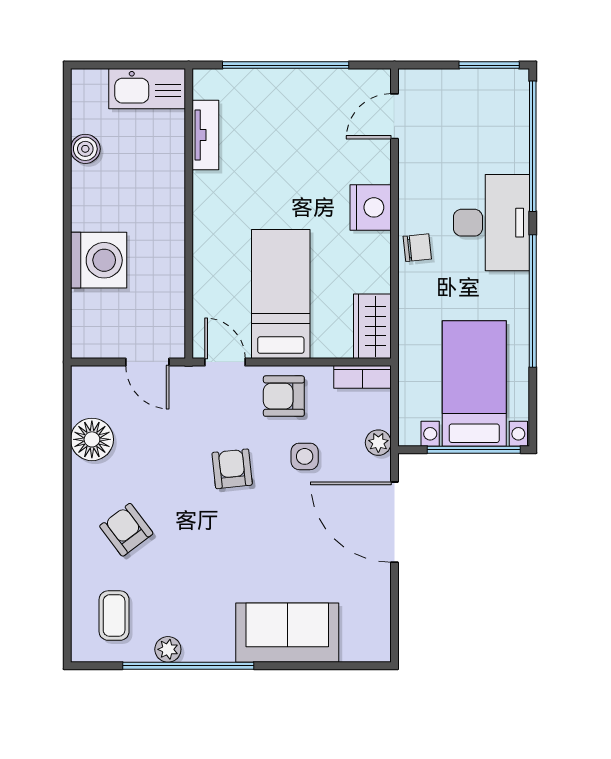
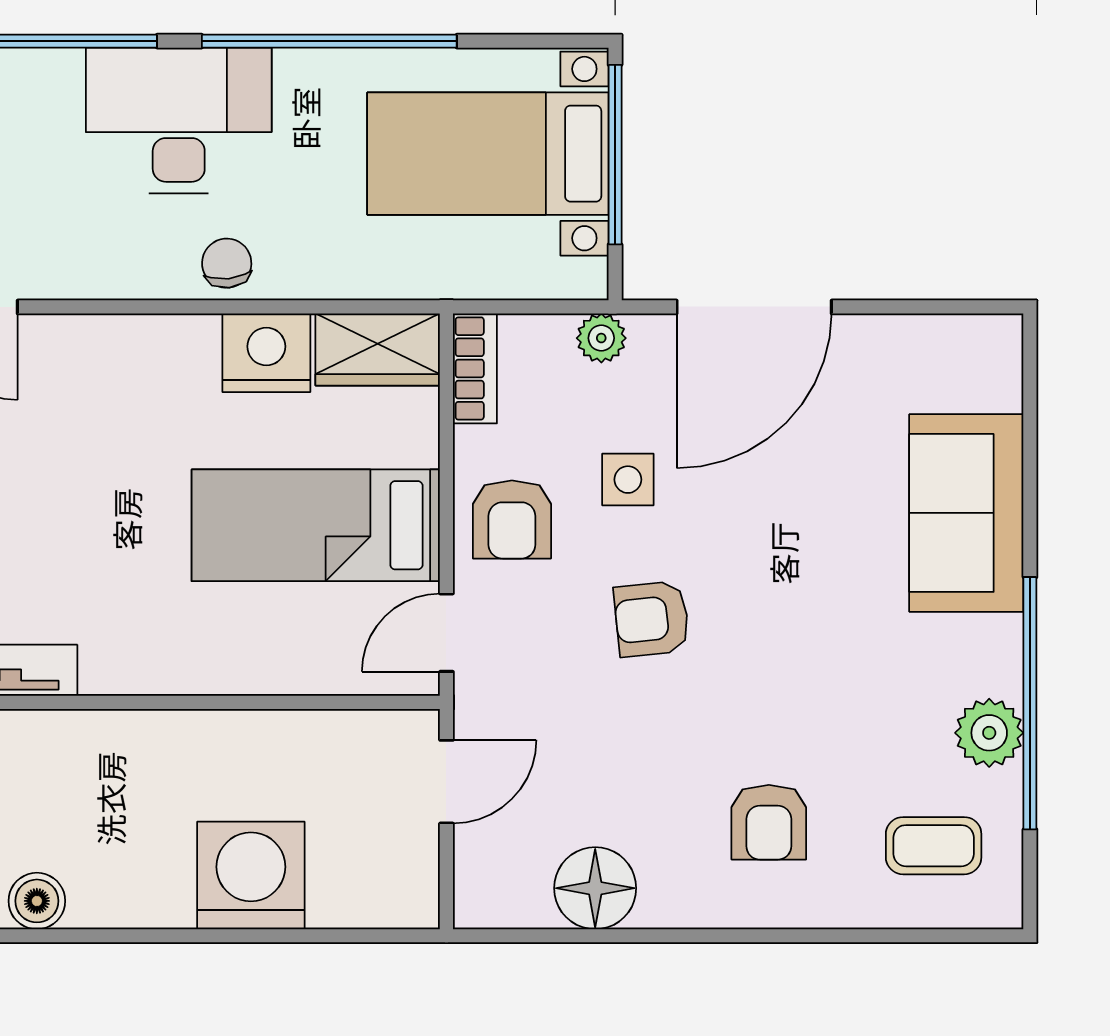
nightstand: (371, 207) -> (266, 353), moved
armchair: (126, 530) -> (769, 822), turned -53
plant: (168, 649) -> (989, 733), width x1.38, depth x1.38

